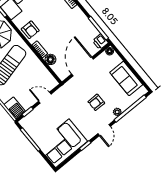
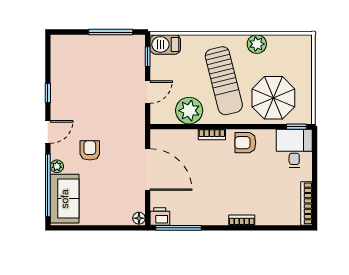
floor lamp: (50, 59) -> (189, 137), removed
plant: (37, 70) -> (189, 111), added
sofa: (126, 78) -> (65, 199), moved, turned 90
door: (104, 130) -> (48, 132), swing flipped
corner sofa: (62, 143) -> (74, 67), removed

